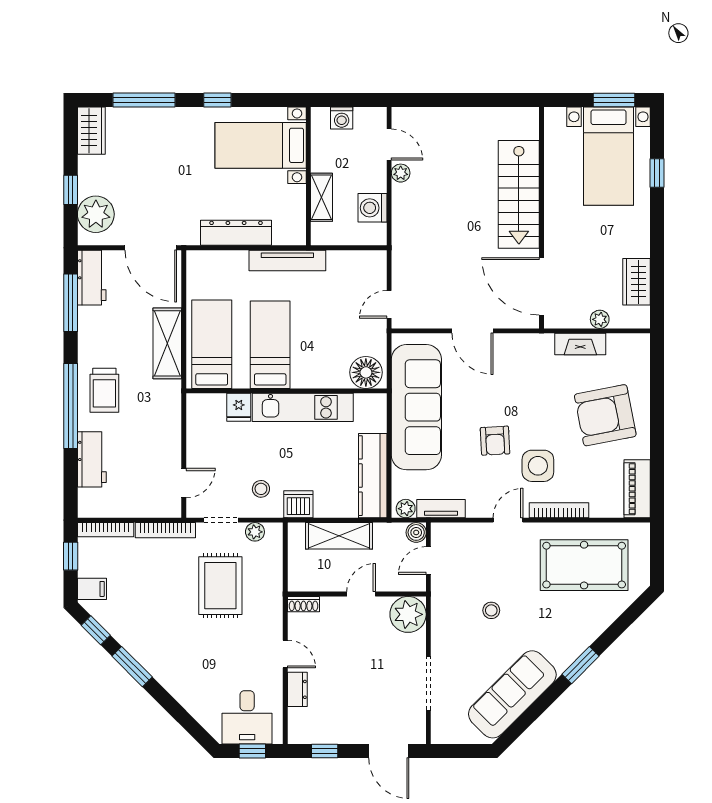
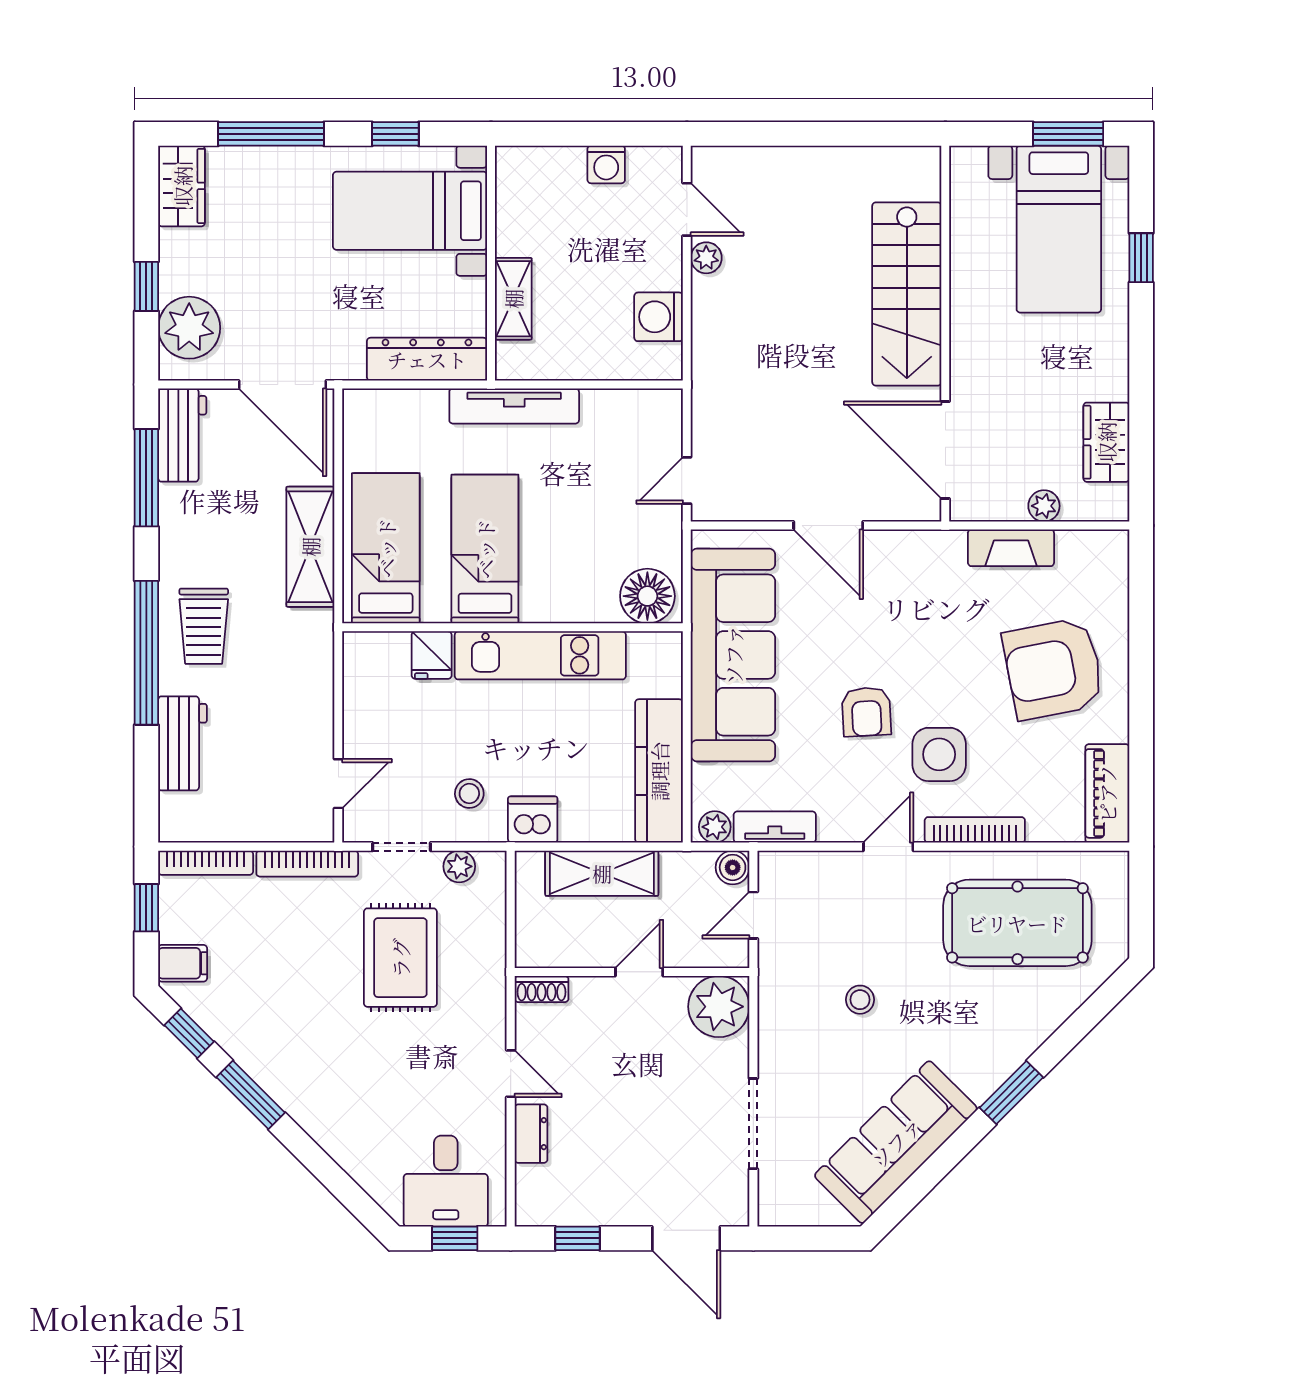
bed with nightstands: (261, 145) -> (410, 211), moved
wall: (308, 176) -> (491, 263), moved
shelving: (322, 197) -> (513, 299), moved

